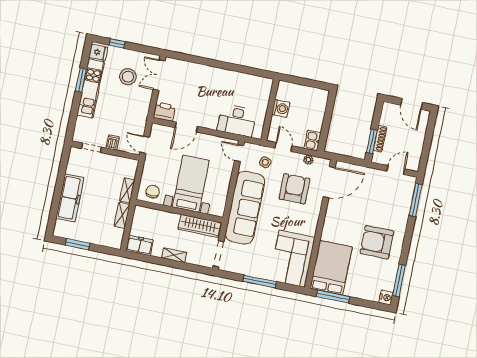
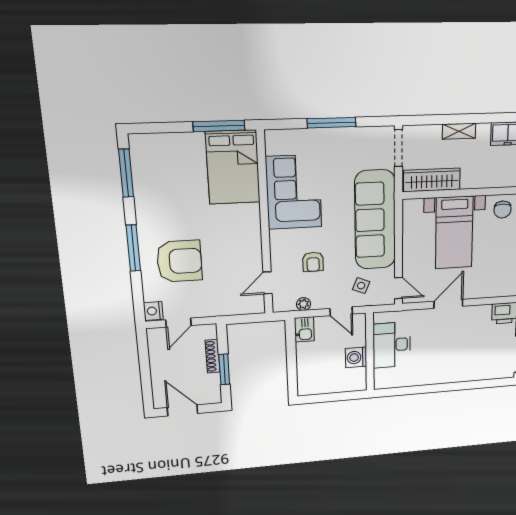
desk: (237, 121) -> (392, 345), moved, turned -90
door: (186, 127) -> (448, 304), moved
window: (372, 141) -> (224, 369), moved
door: (329, 182) -> (267, 283), width x0.53
armchair: (294, 189) -> (313, 262), width x0.53, depth x0.53
window: (416, 200) -> (133, 248), moved
armchair: (377, 242) -> (179, 261), moved
corner sofa: (292, 259) -> (294, 192), moved
nightstand: (386, 297) -> (153, 311), moved

